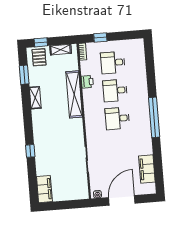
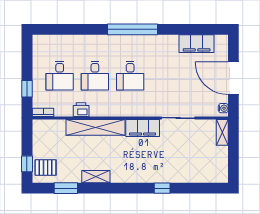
shelving: (61, 50) -> (222, 132), moved
filing cabinet: (44, 189) -> (143, 128), moved, turned 180

